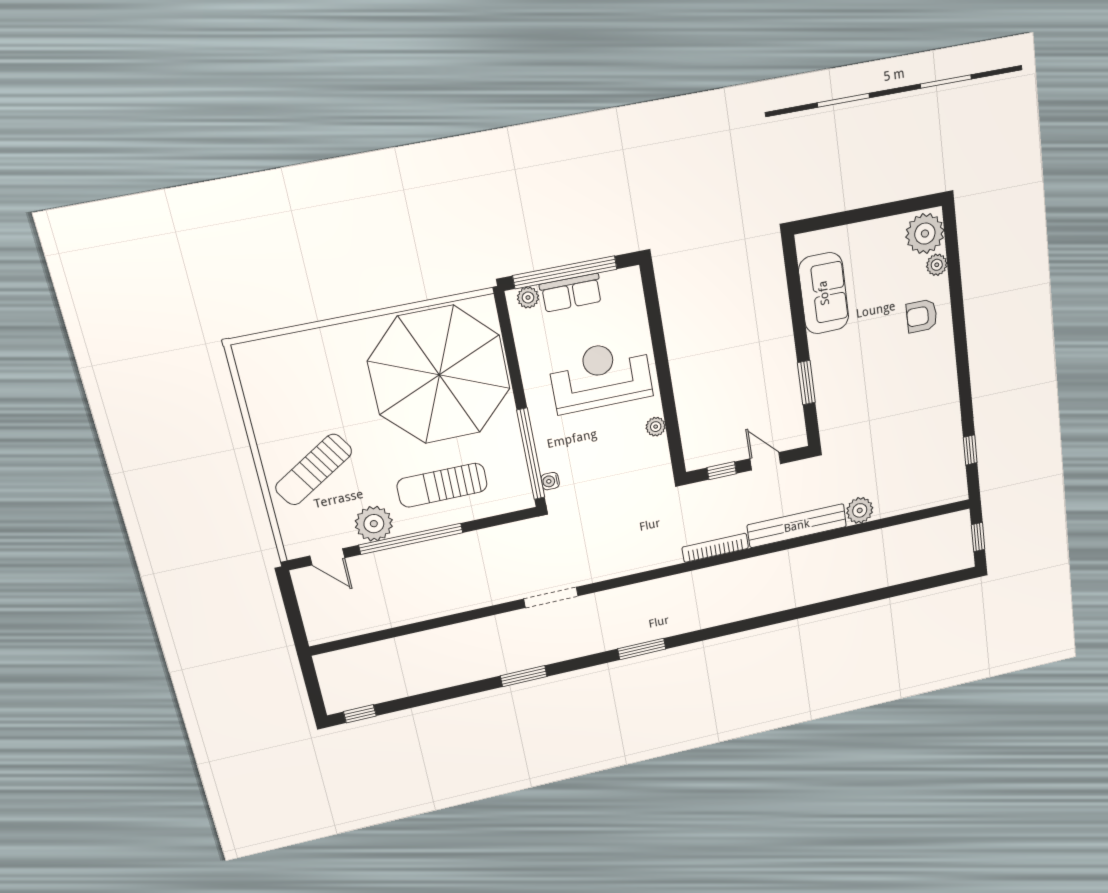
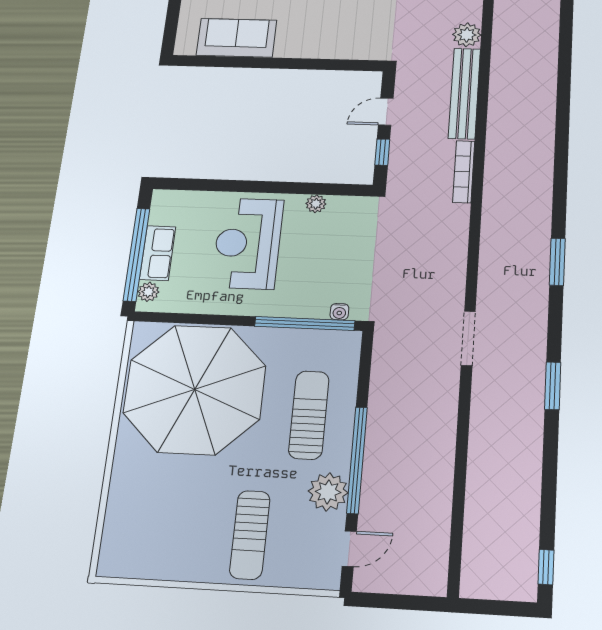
window: (806, 383) -> (318, 64), removed
sun lounger: (314, 470) -> (250, 535), turned 32
sun lounger: (442, 485) -> (309, 415), turned 180

